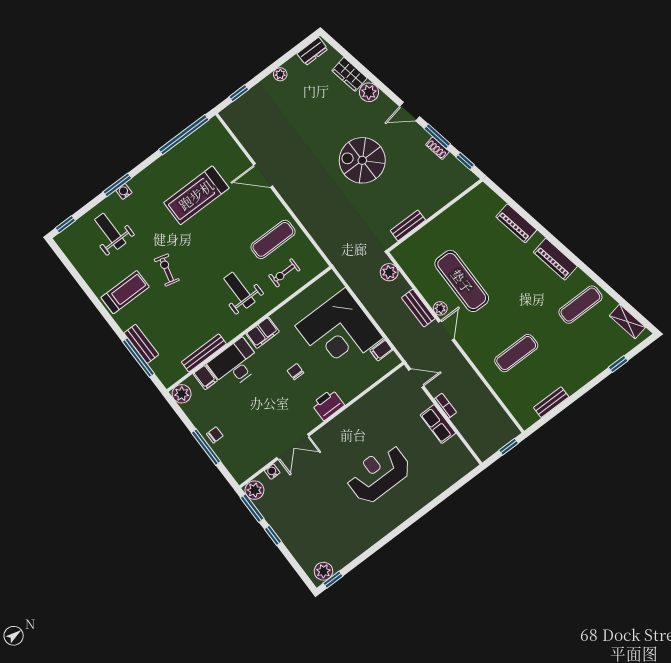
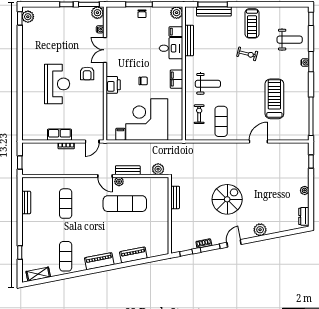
wardrobe: (349, 74) -> (277, 227), removed
bench: (141, 344) -> (214, 11), width x1.36
desk: (235, 364) -> (171, 48), width x0.73
armchair: (338, 447) -> (87, 73), added

